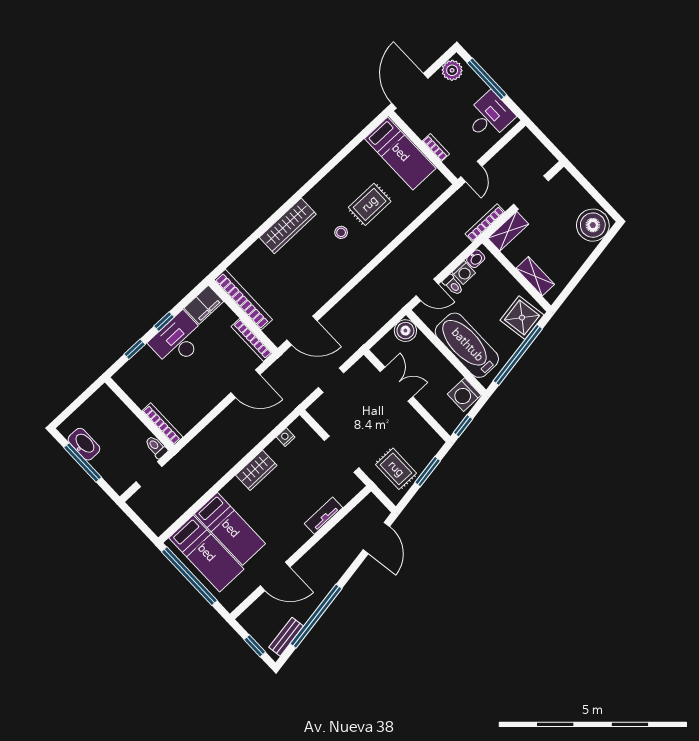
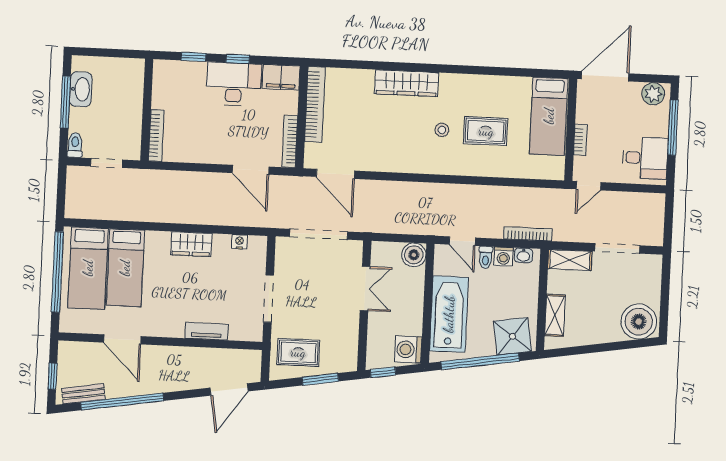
bookcase: (485, 223) -> (528, 234), moved
doorway: (331, 380) -> (319, 234), width x1.87
toilet: (156, 447) -> (75, 145), moved
rug: (396, 469) -> (298, 352), turned 90

